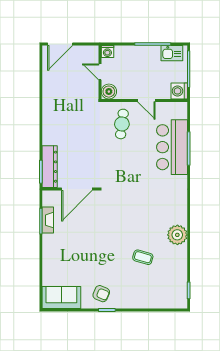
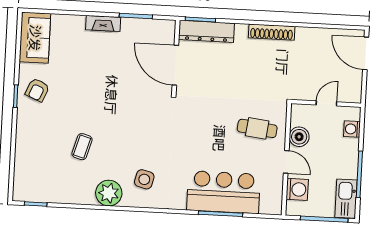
washing machine: (107, 51) -> (352, 129), moved
kitchen sink: (172, 53) -> (346, 199), width x1.38
washing machine: (179, 91) -> (297, 189), moved, turned 90
boiler: (109, 92) -> (299, 137), moved
door: (146, 100) -> (286, 162), swing flipped
shoe rack: (48, 117) -> (272, 32), added
side table: (165, 208) -> (144, 179), added
fireplace: (48, 220) -> (103, 23), moved

